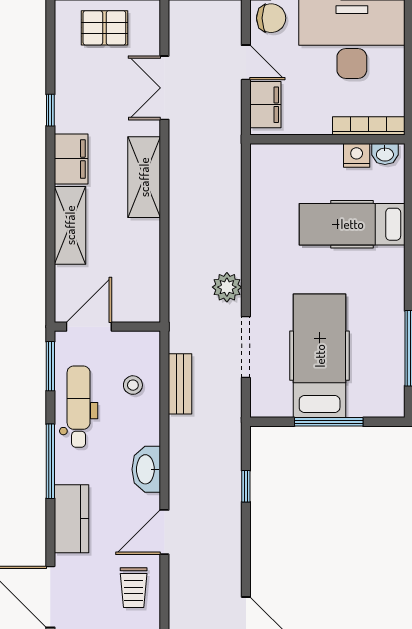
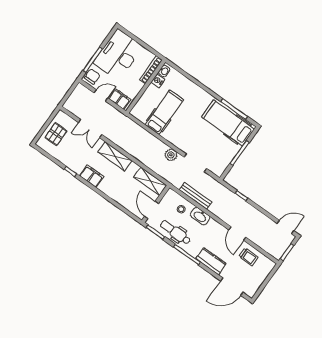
hospital bed: (352, 224) -> (164, 112), moved, turned 180
shelving: (70, 225) -> (150, 181), moved
hospital bed: (320, 356) -> (228, 123), moved
bench: (180, 384) -> (196, 196), width x1.36
washbasin: (146, 469) -> (200, 216), moved

